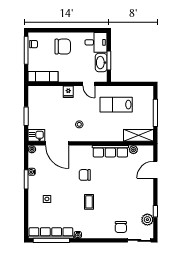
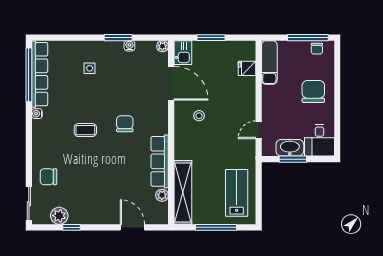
chair: (63, 47) -> (313, 91), turned 180
fridge: (68, 92) -> (247, 68), moved
lab bench: (116, 105) -> (237, 193), moved
shelving: (138, 135) -> (183, 192), width x1.47
door: (57, 143) -> (171, 83), swing flipped

